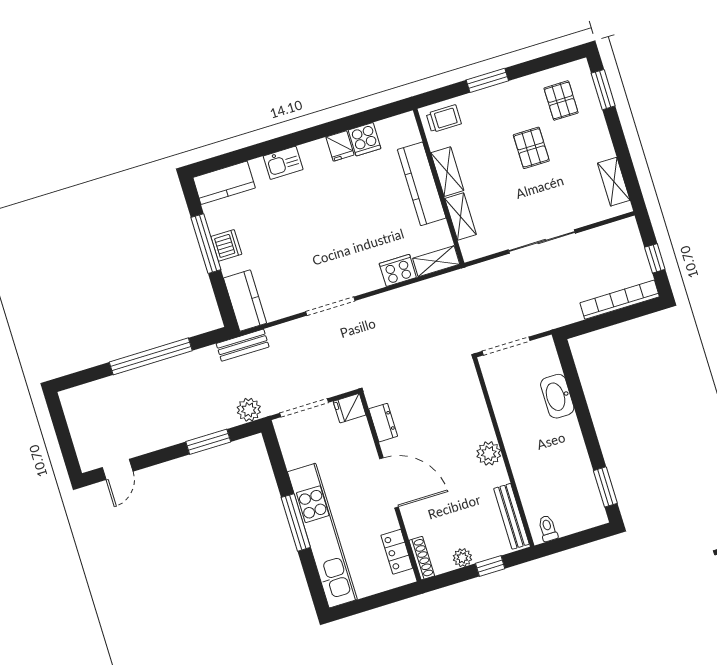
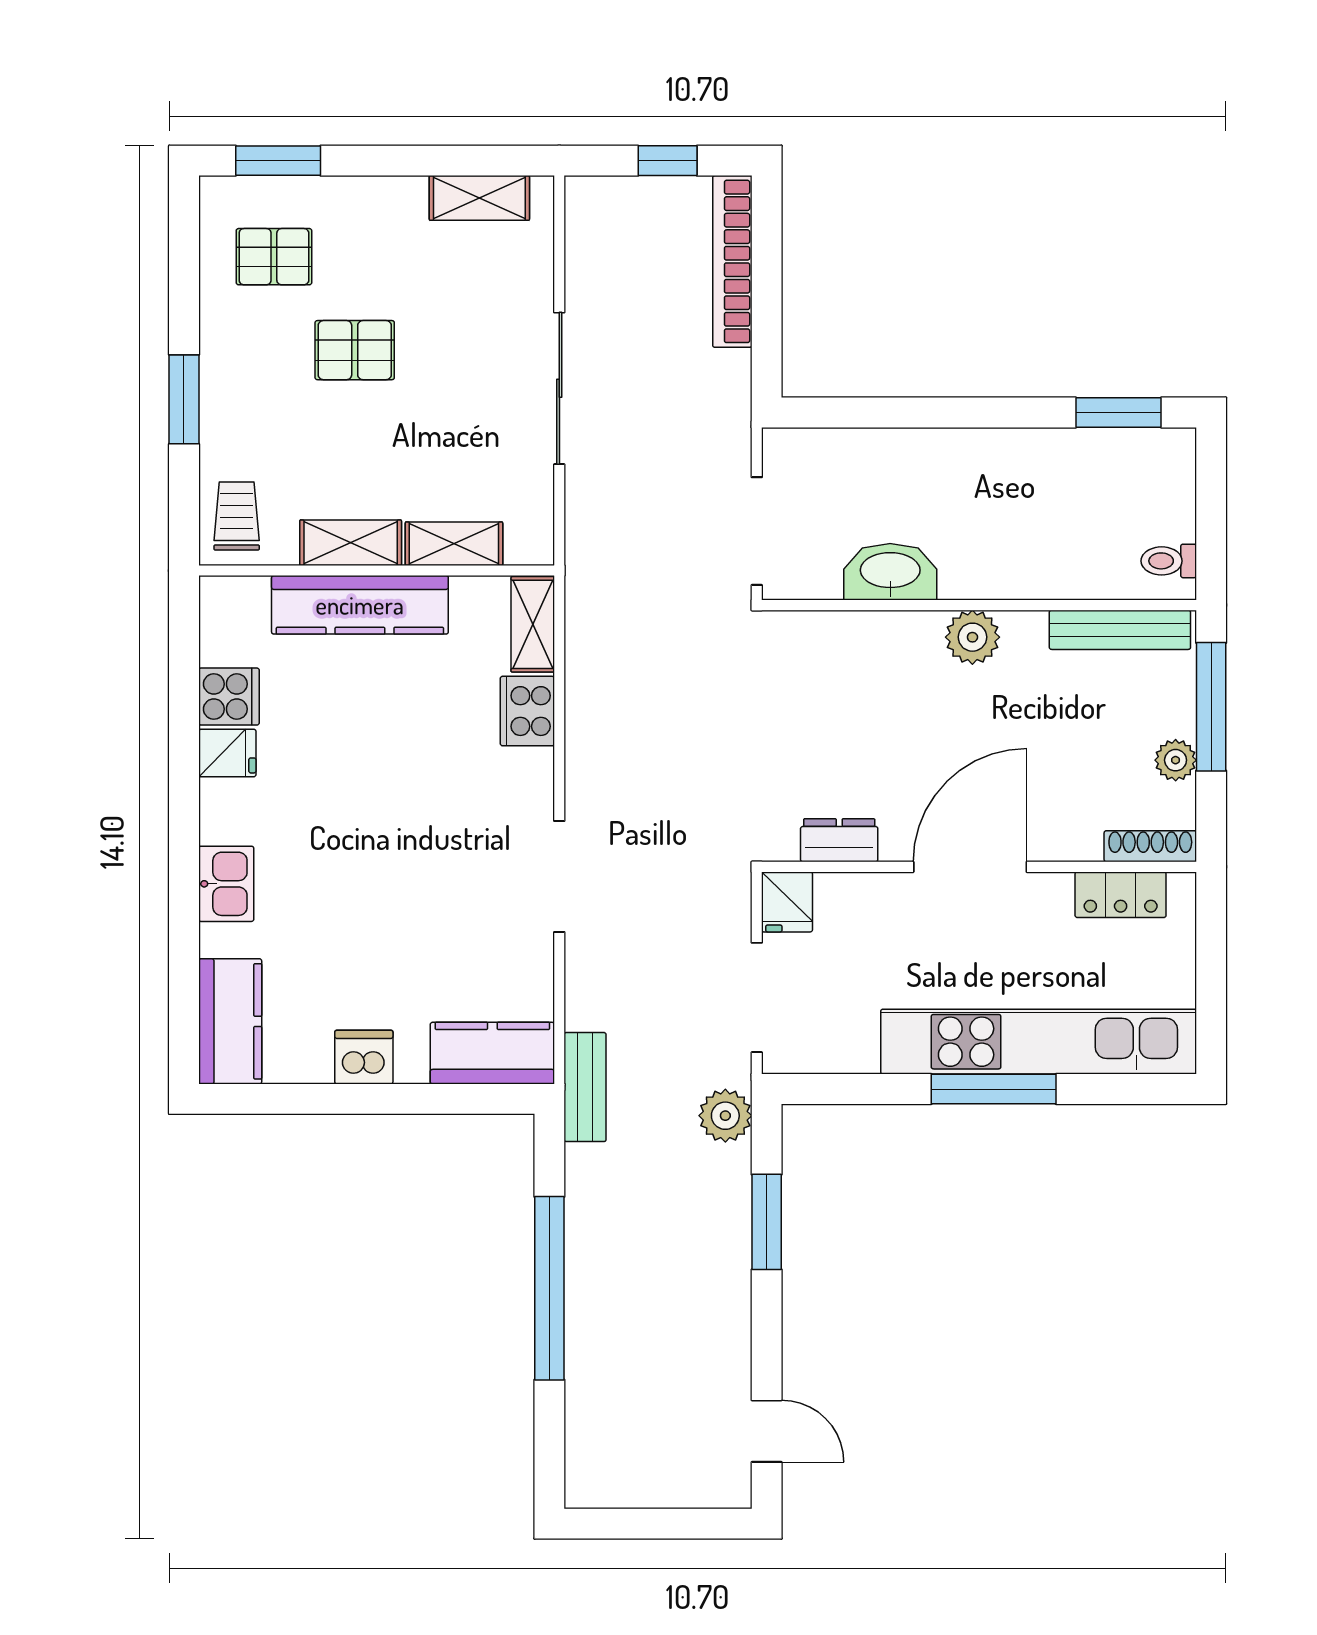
window: (206, 244) -> (347, 1099), removed
washbasin: (557, 396) -> (890, 572), moved, turned 180
window: (490, 566) -> (1211, 707), width x2.17

